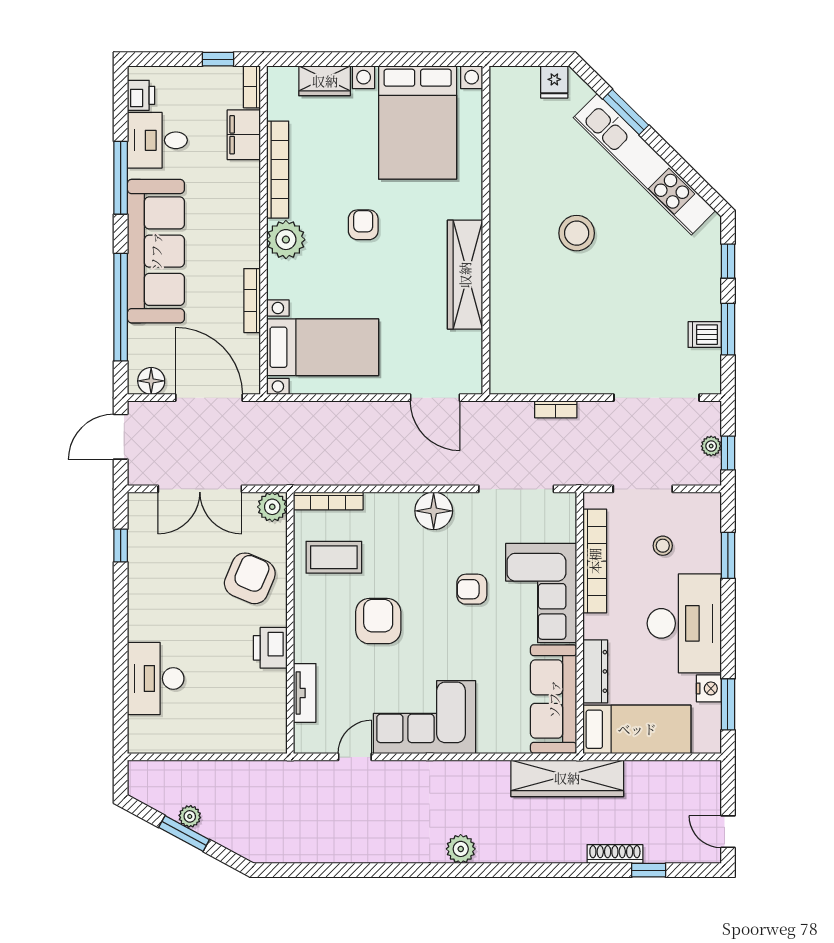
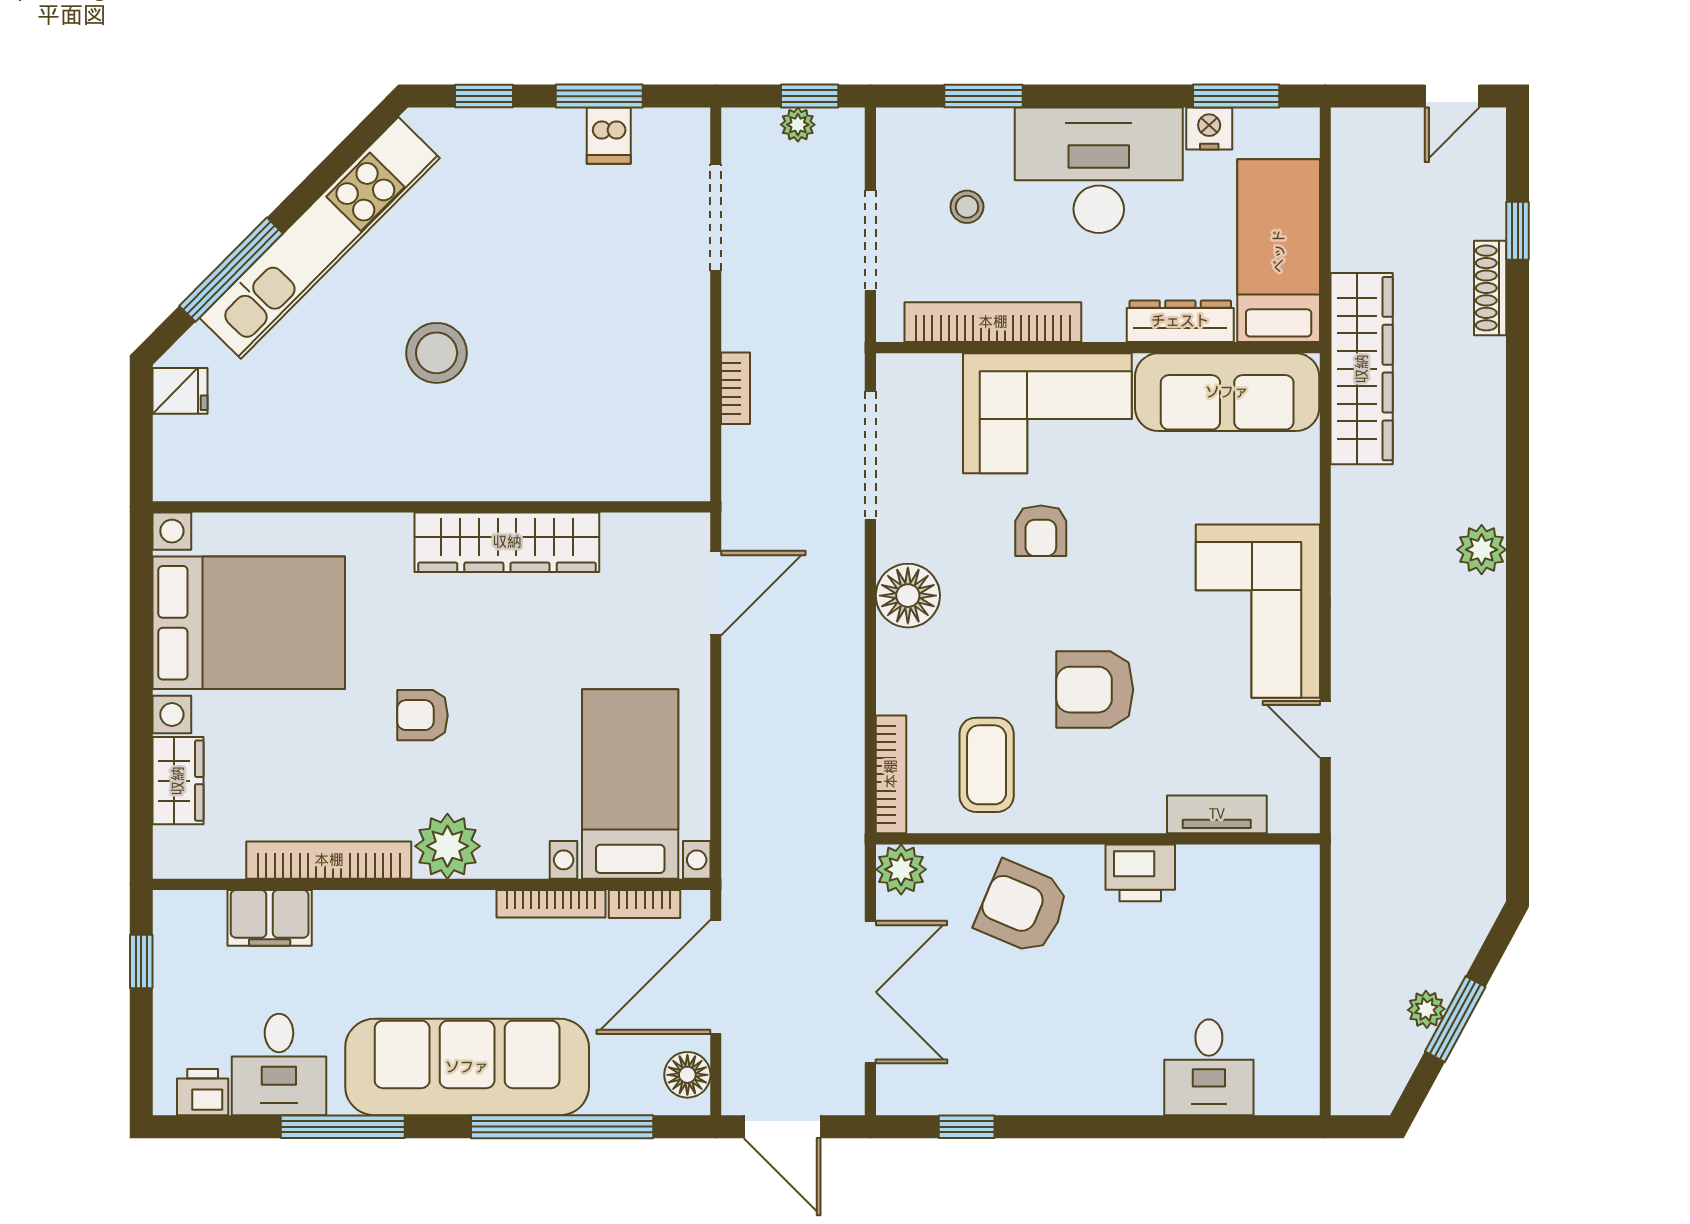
bookcase: (252, 87) -> (645, 904), moved
window: (626, 112) -> (231, 270), width x1.44
doorway: (657, 398) -> (716, 217), width x0.73
desk: (156, 678) -> (1209, 1067), width x0.73

